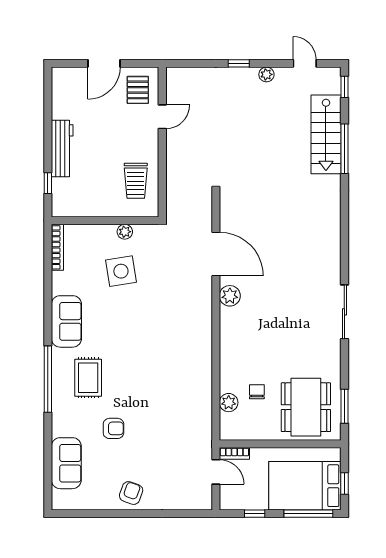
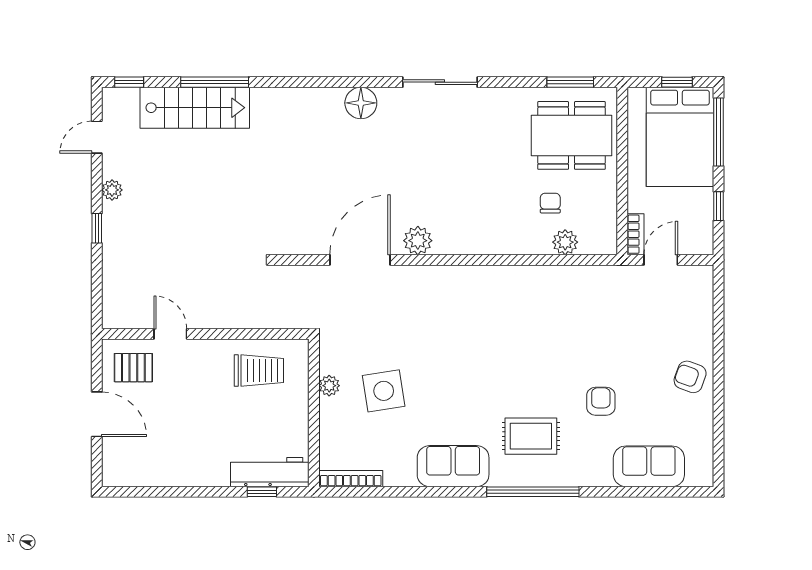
workbench: (62, 148) -> (270, 472), moved
floor lamp: (329, 255) -> (361, 103), added
chair: (257, 392) -> (550, 203), turned 90

